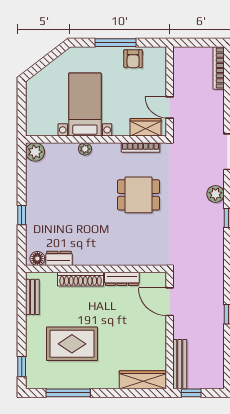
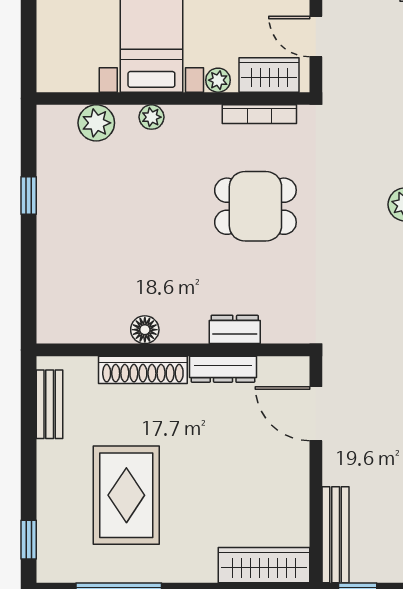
plant: (119, 130) -> (218, 80), added
plant: (35, 152) -> (96, 123), moved
window: (22, 215) -> (29, 195), moved
dresser: (59, 258) -> (235, 329), moved
floor lamp: (37, 259) -> (145, 330), moved
rug: (72, 344) -> (126, 495), turned 90

